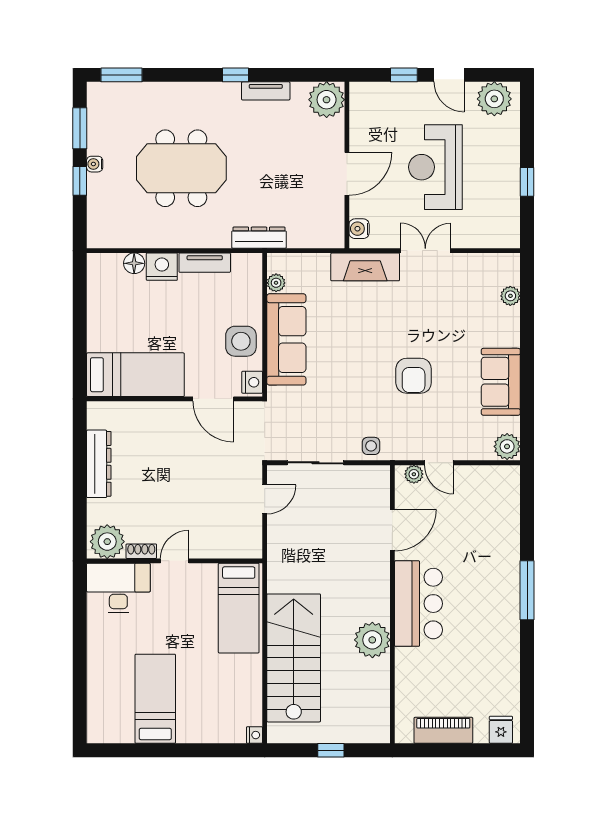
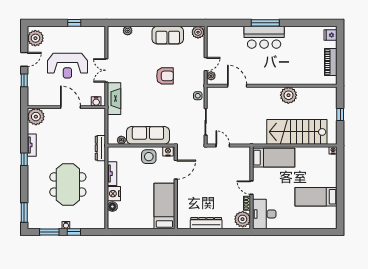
bar counter: (419, 604) -> (264, 37), moved, turned 180

